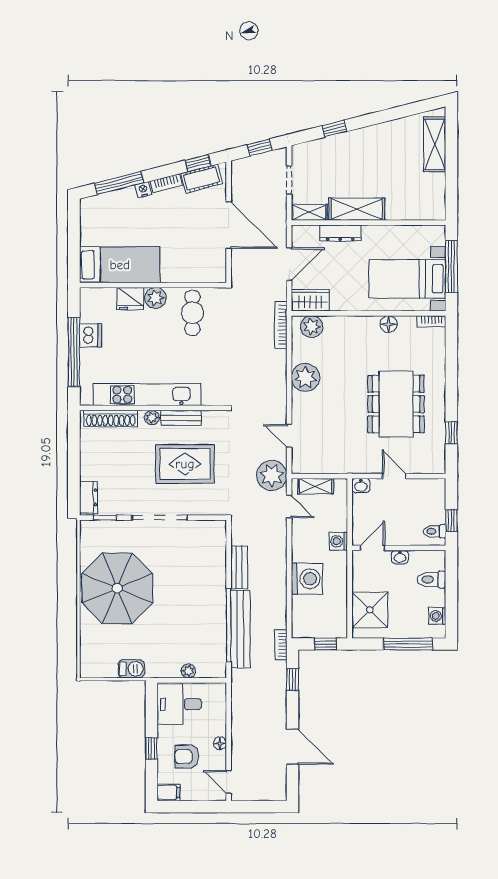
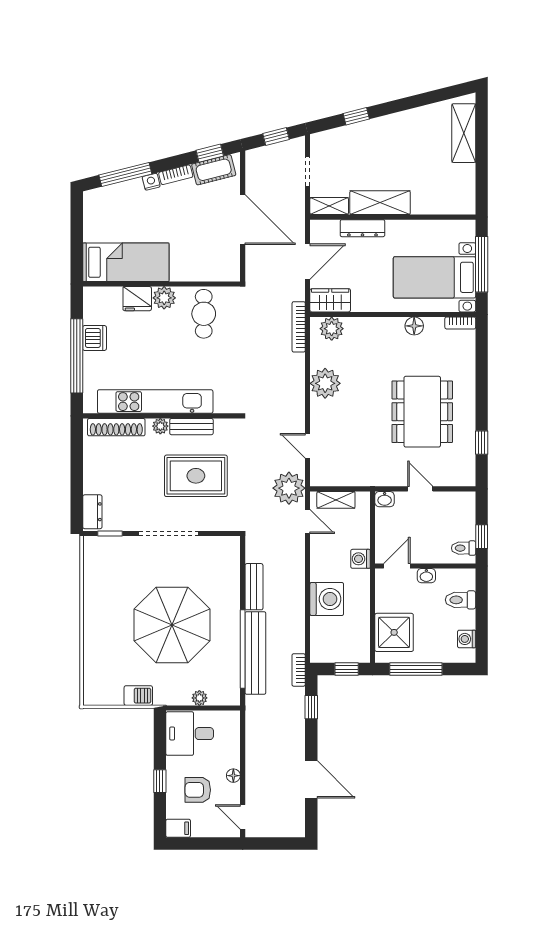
parasol: (117, 588) -> (172, 625), moved
window: (408, 644) -> (416, 669), moved

